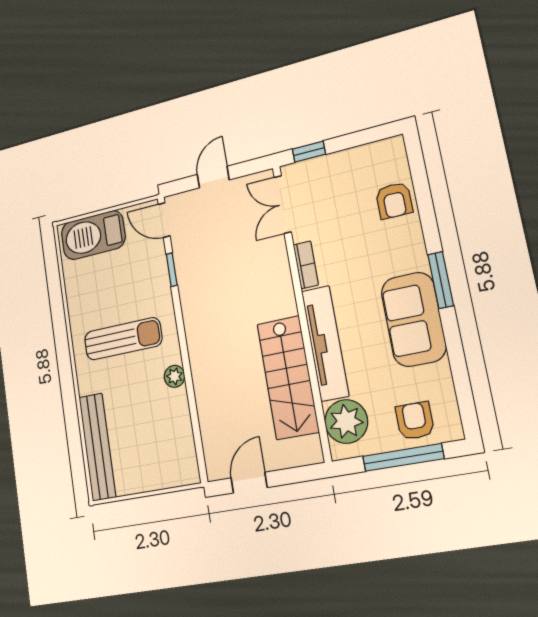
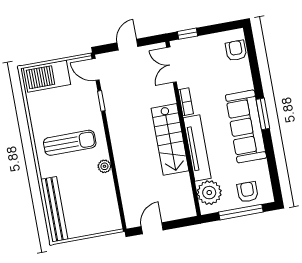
armchair: (394, 201) -> (236, 51), moved, turned 180
sofa: (413, 319) -> (246, 126), width x1.36
stairs: (288, 378) -> (170, 139), moved

